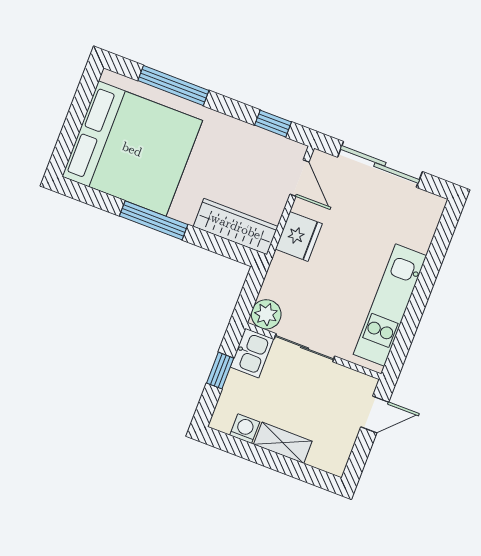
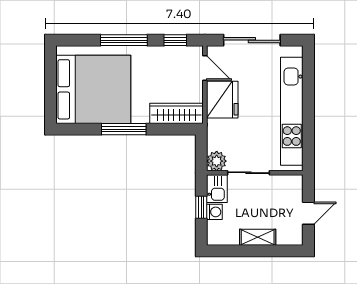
window: (173, 86) -> (124, 40), moved
fridge: (299, 236) -> (222, 100), width x1.36, depth x1.34
kitchen unit: (390, 305) -> (292, 111), width x1.36
door: (375, 414) -> (308, 213), moved
washing machine: (245, 429) -> (214, 212), moved, turned 90

